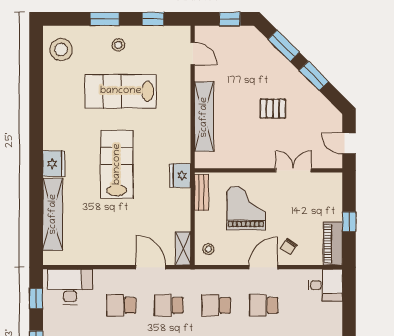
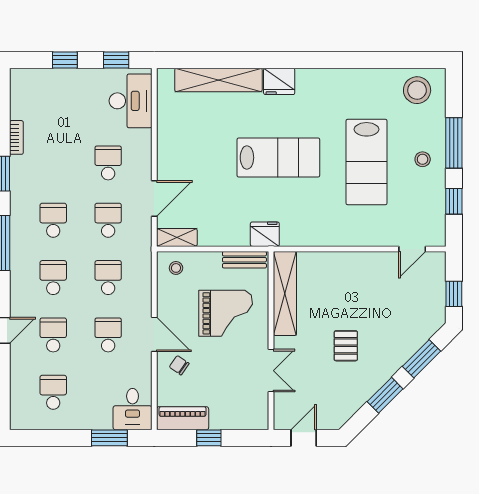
window: (105, 19) -> (454, 143), width x1.44
lab bench: (121, 91) -> (367, 162), turned 180
shelving: (204, 117) -> (285, 293), moved, turned 90
window: (349, 304) -> (109, 438), added

